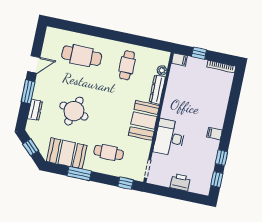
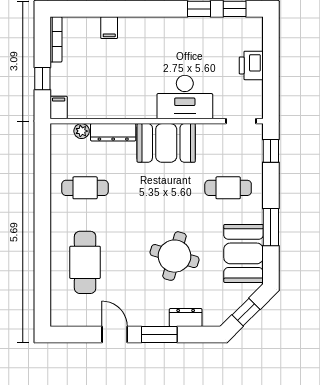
filing cabinet: (215, 134) -> (109, 28), moved
cafe table: (109, 152) -> (228, 188), turned 90

